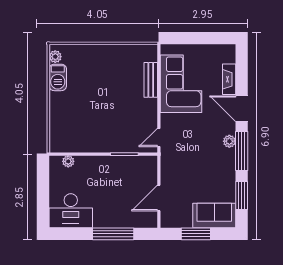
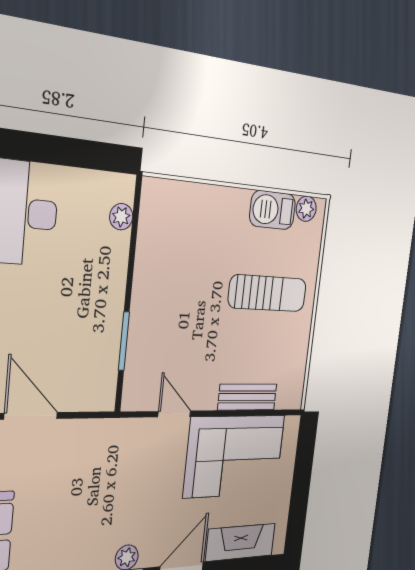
sun lounger: (98, 75) -> (268, 293), added
fireplace: (229, 79) -> (241, 542), width x1.37, depth x1.32
door: (159, 137) -> (174, 414), moved

